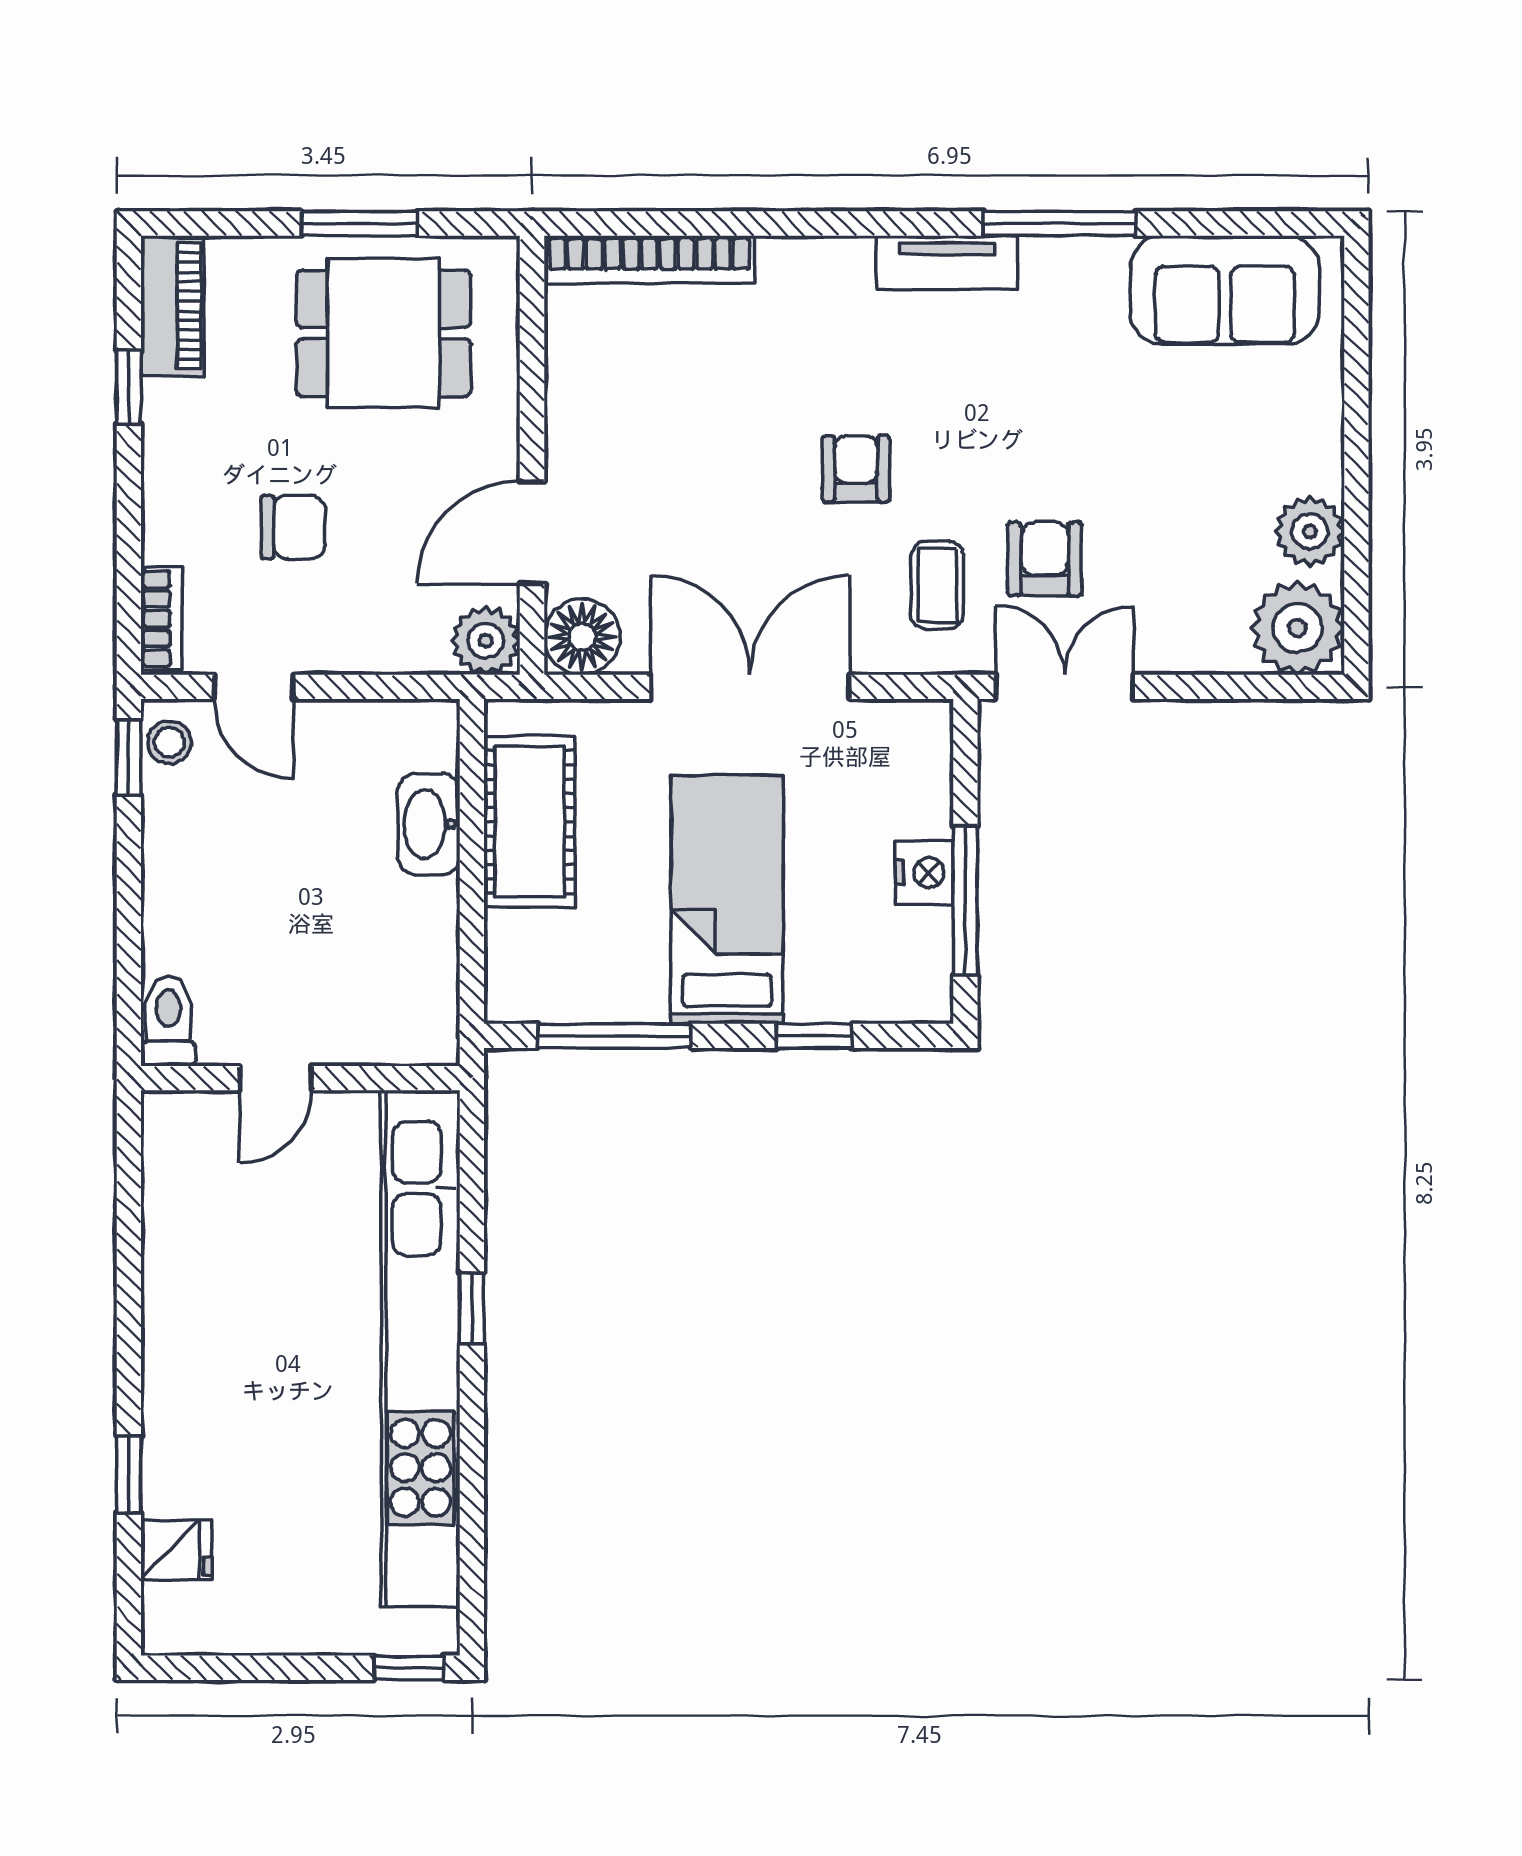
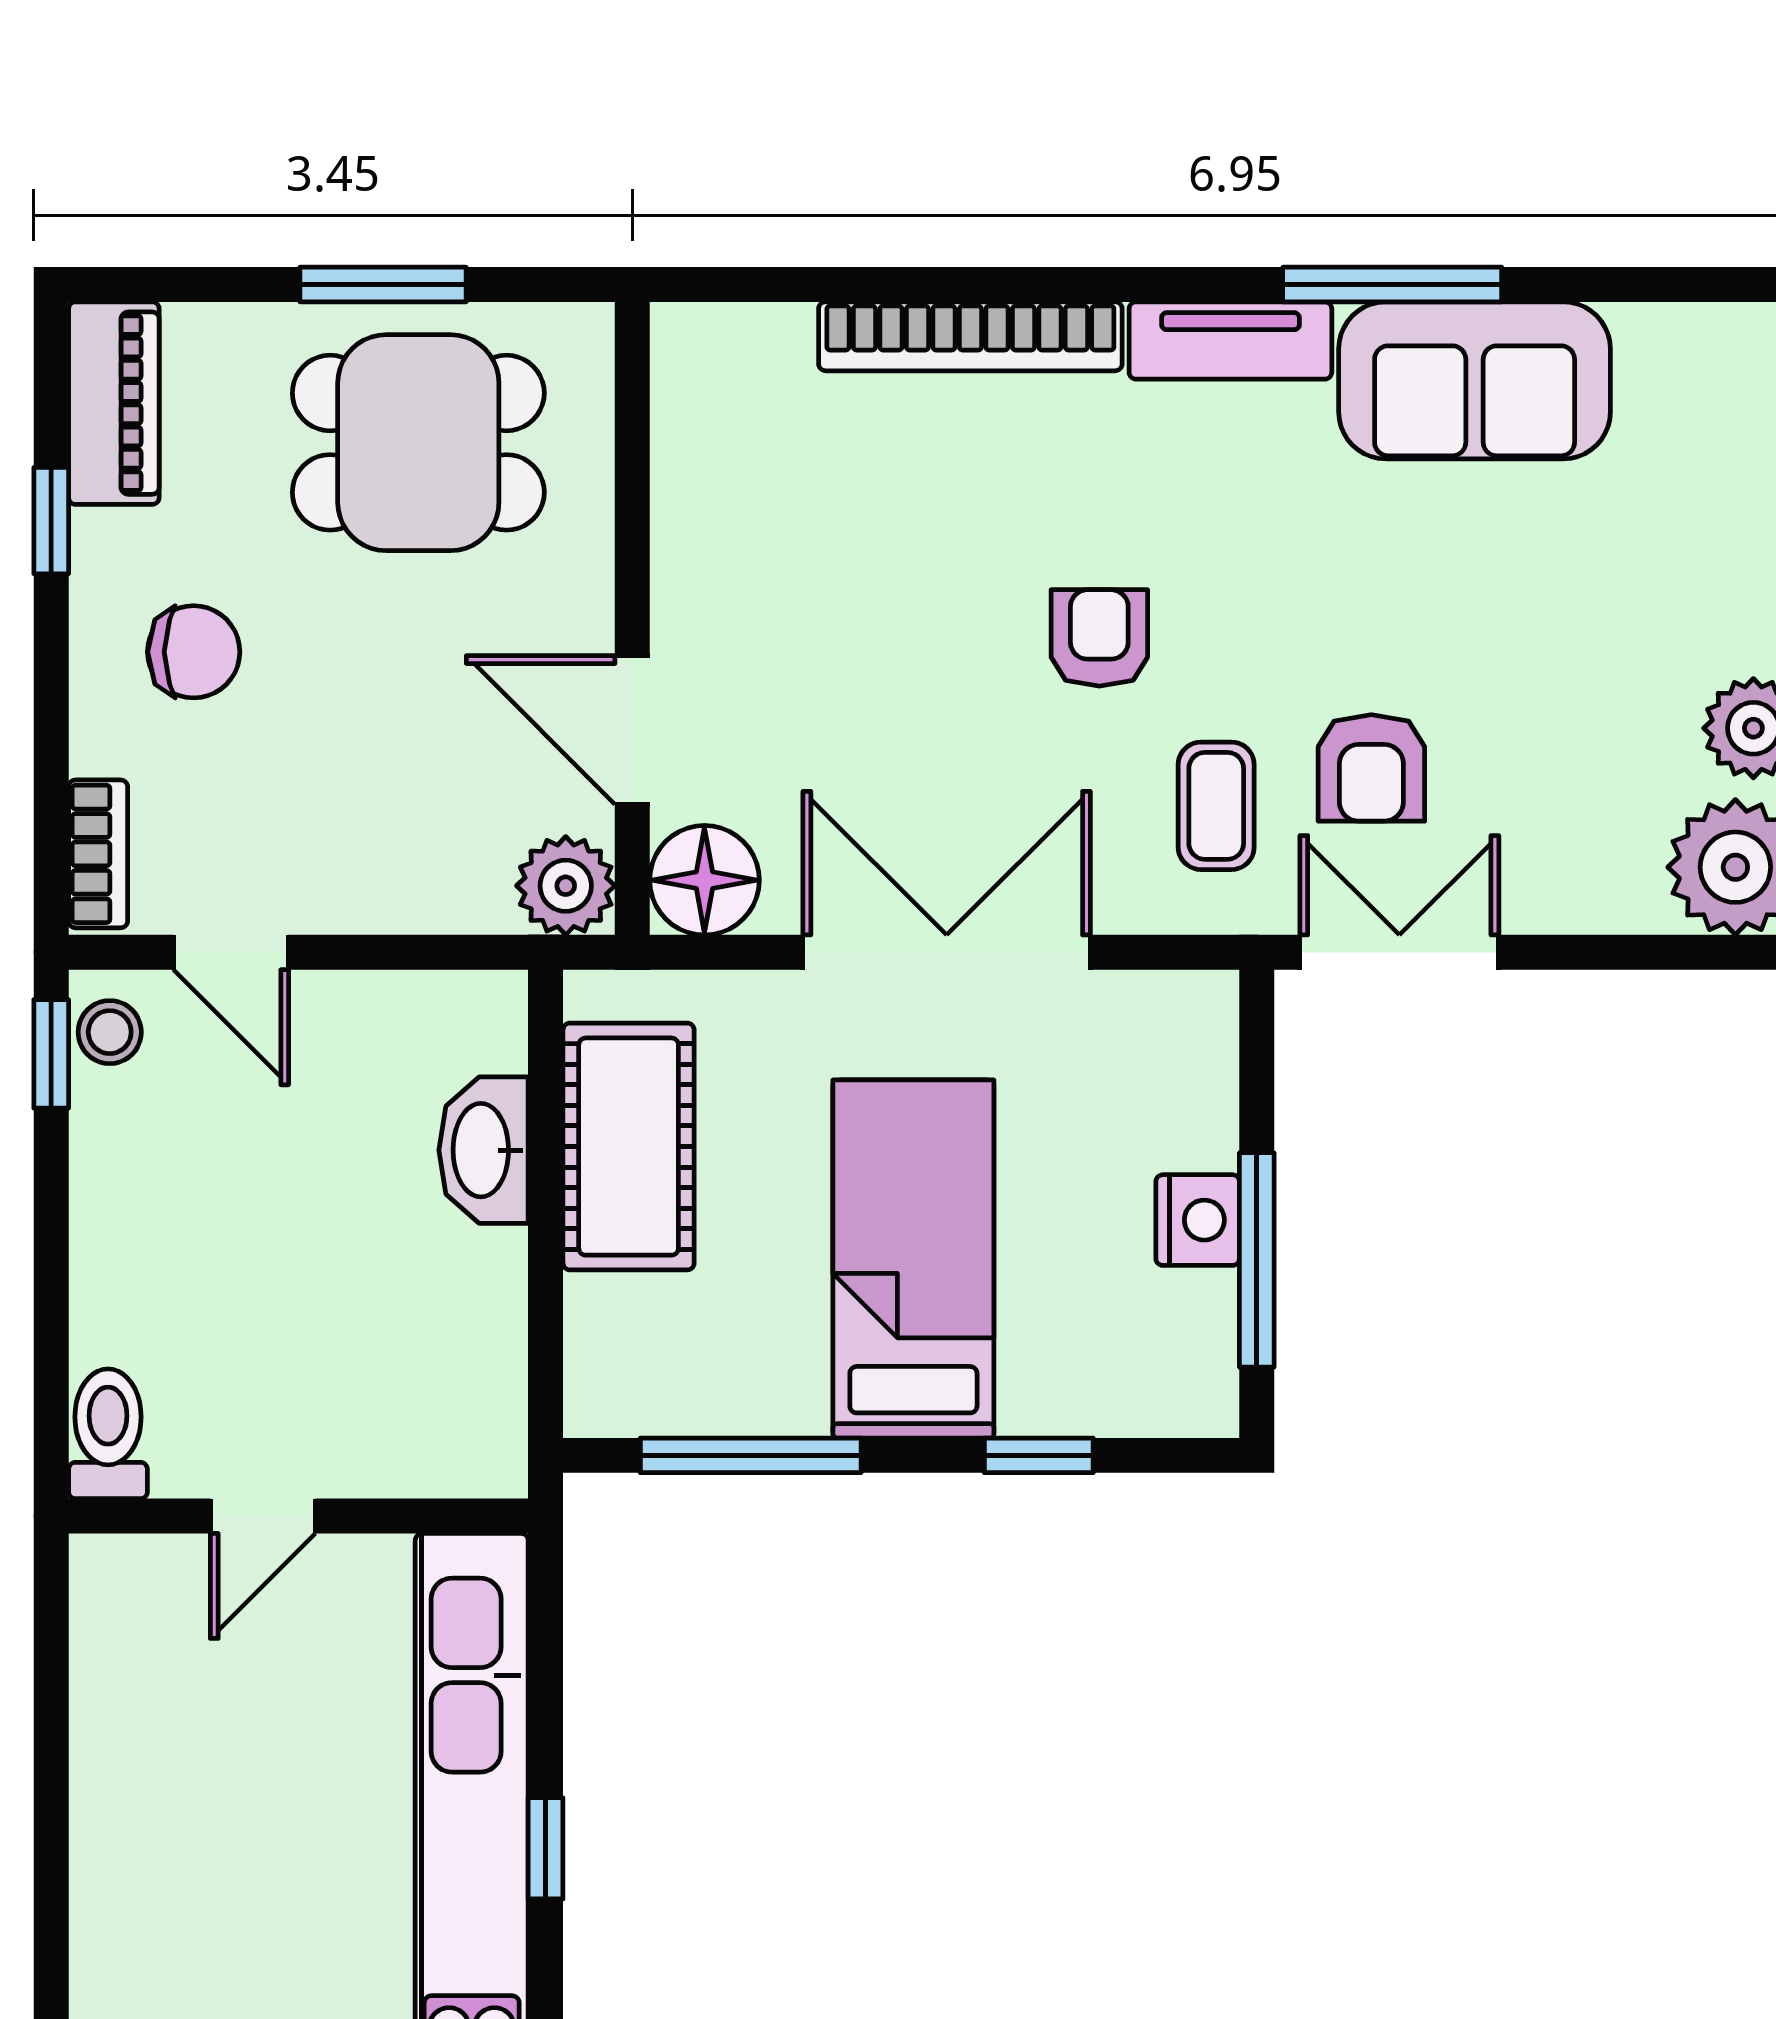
bookcase: (649, 259) -> (970, 336), moved
sofa: (1225, 290) -> (1475, 380), moved
chair: (293, 527) -> (194, 652), moved
door: (532, 533) -> (632, 730), hinge flipped
armchair: (1045, 559) -> (1371, 768), turned 180

